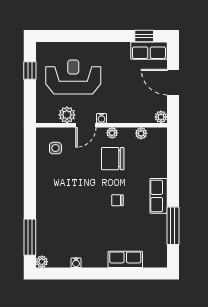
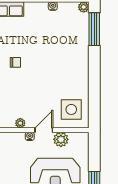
side table: (55, 148) -> (71, 109), width x1.87, depth x1.87
chair: (113, 159) -> (20, 100), removed

